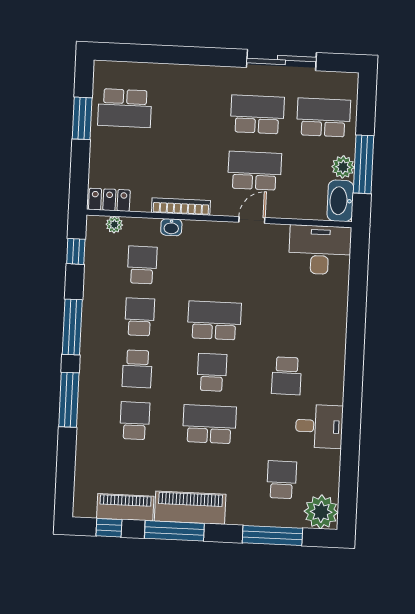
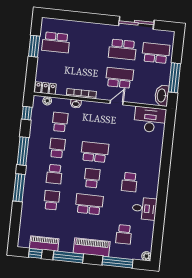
school desk: (257, 114) -> (122, 49), turned 180
plant: (343, 167) -> (164, 79), removed
school desk: (282, 480) -> (124, 234), turned 180
piano: (190, 508) -> (92, 247), moved
plant: (321, 512) -> (146, 256), width x0.53, depth x0.53

